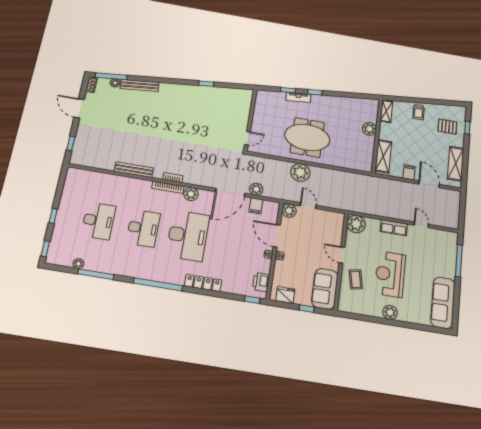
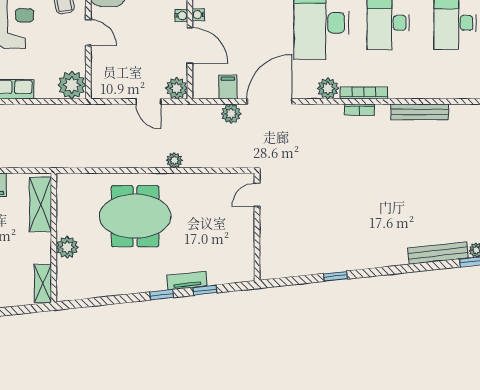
meeting table: (307, 137) -> (135, 216), moved
plant: (300, 172) -> (174, 160), width x0.53, depth x0.53

